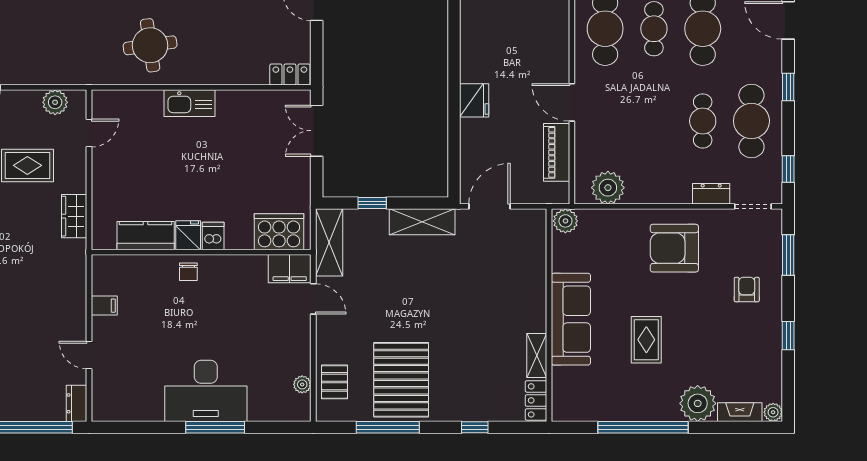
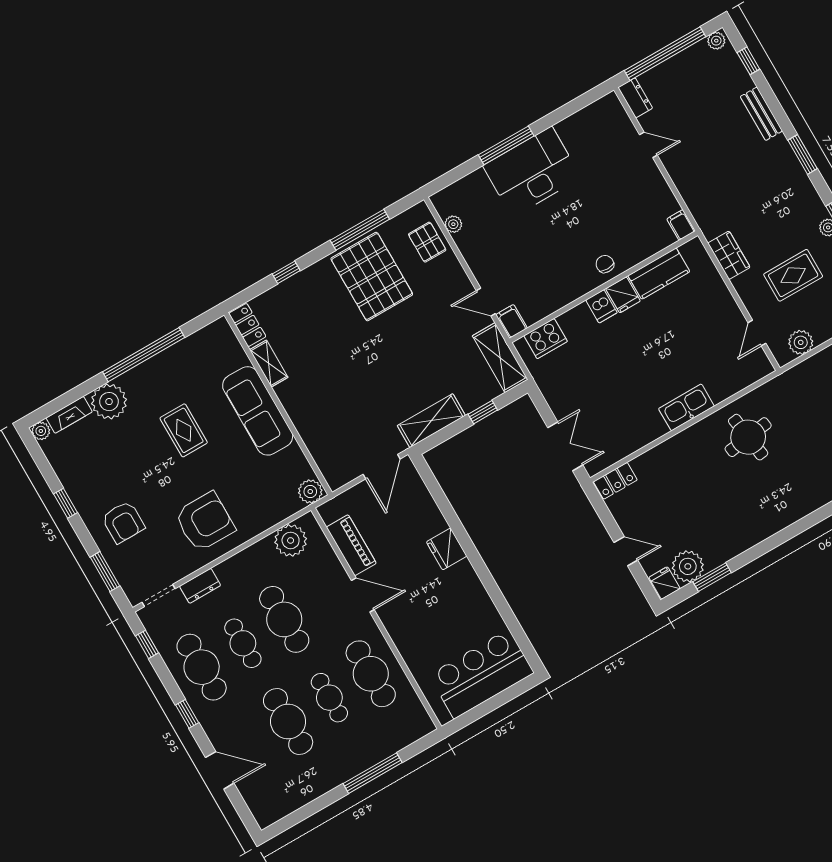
cafe table: (654, 121) -> (284, 619), added
cooker: (279, 232) -> (546, 339), width x0.73, depth x0.76
filing cabinet: (290, 269) -> (512, 321), width x0.50
armchair: (747, 289) -> (123, 522), width x1.38, depth x1.38
filing cabinet: (104, 306) -> (681, 225), moved, turned 90

